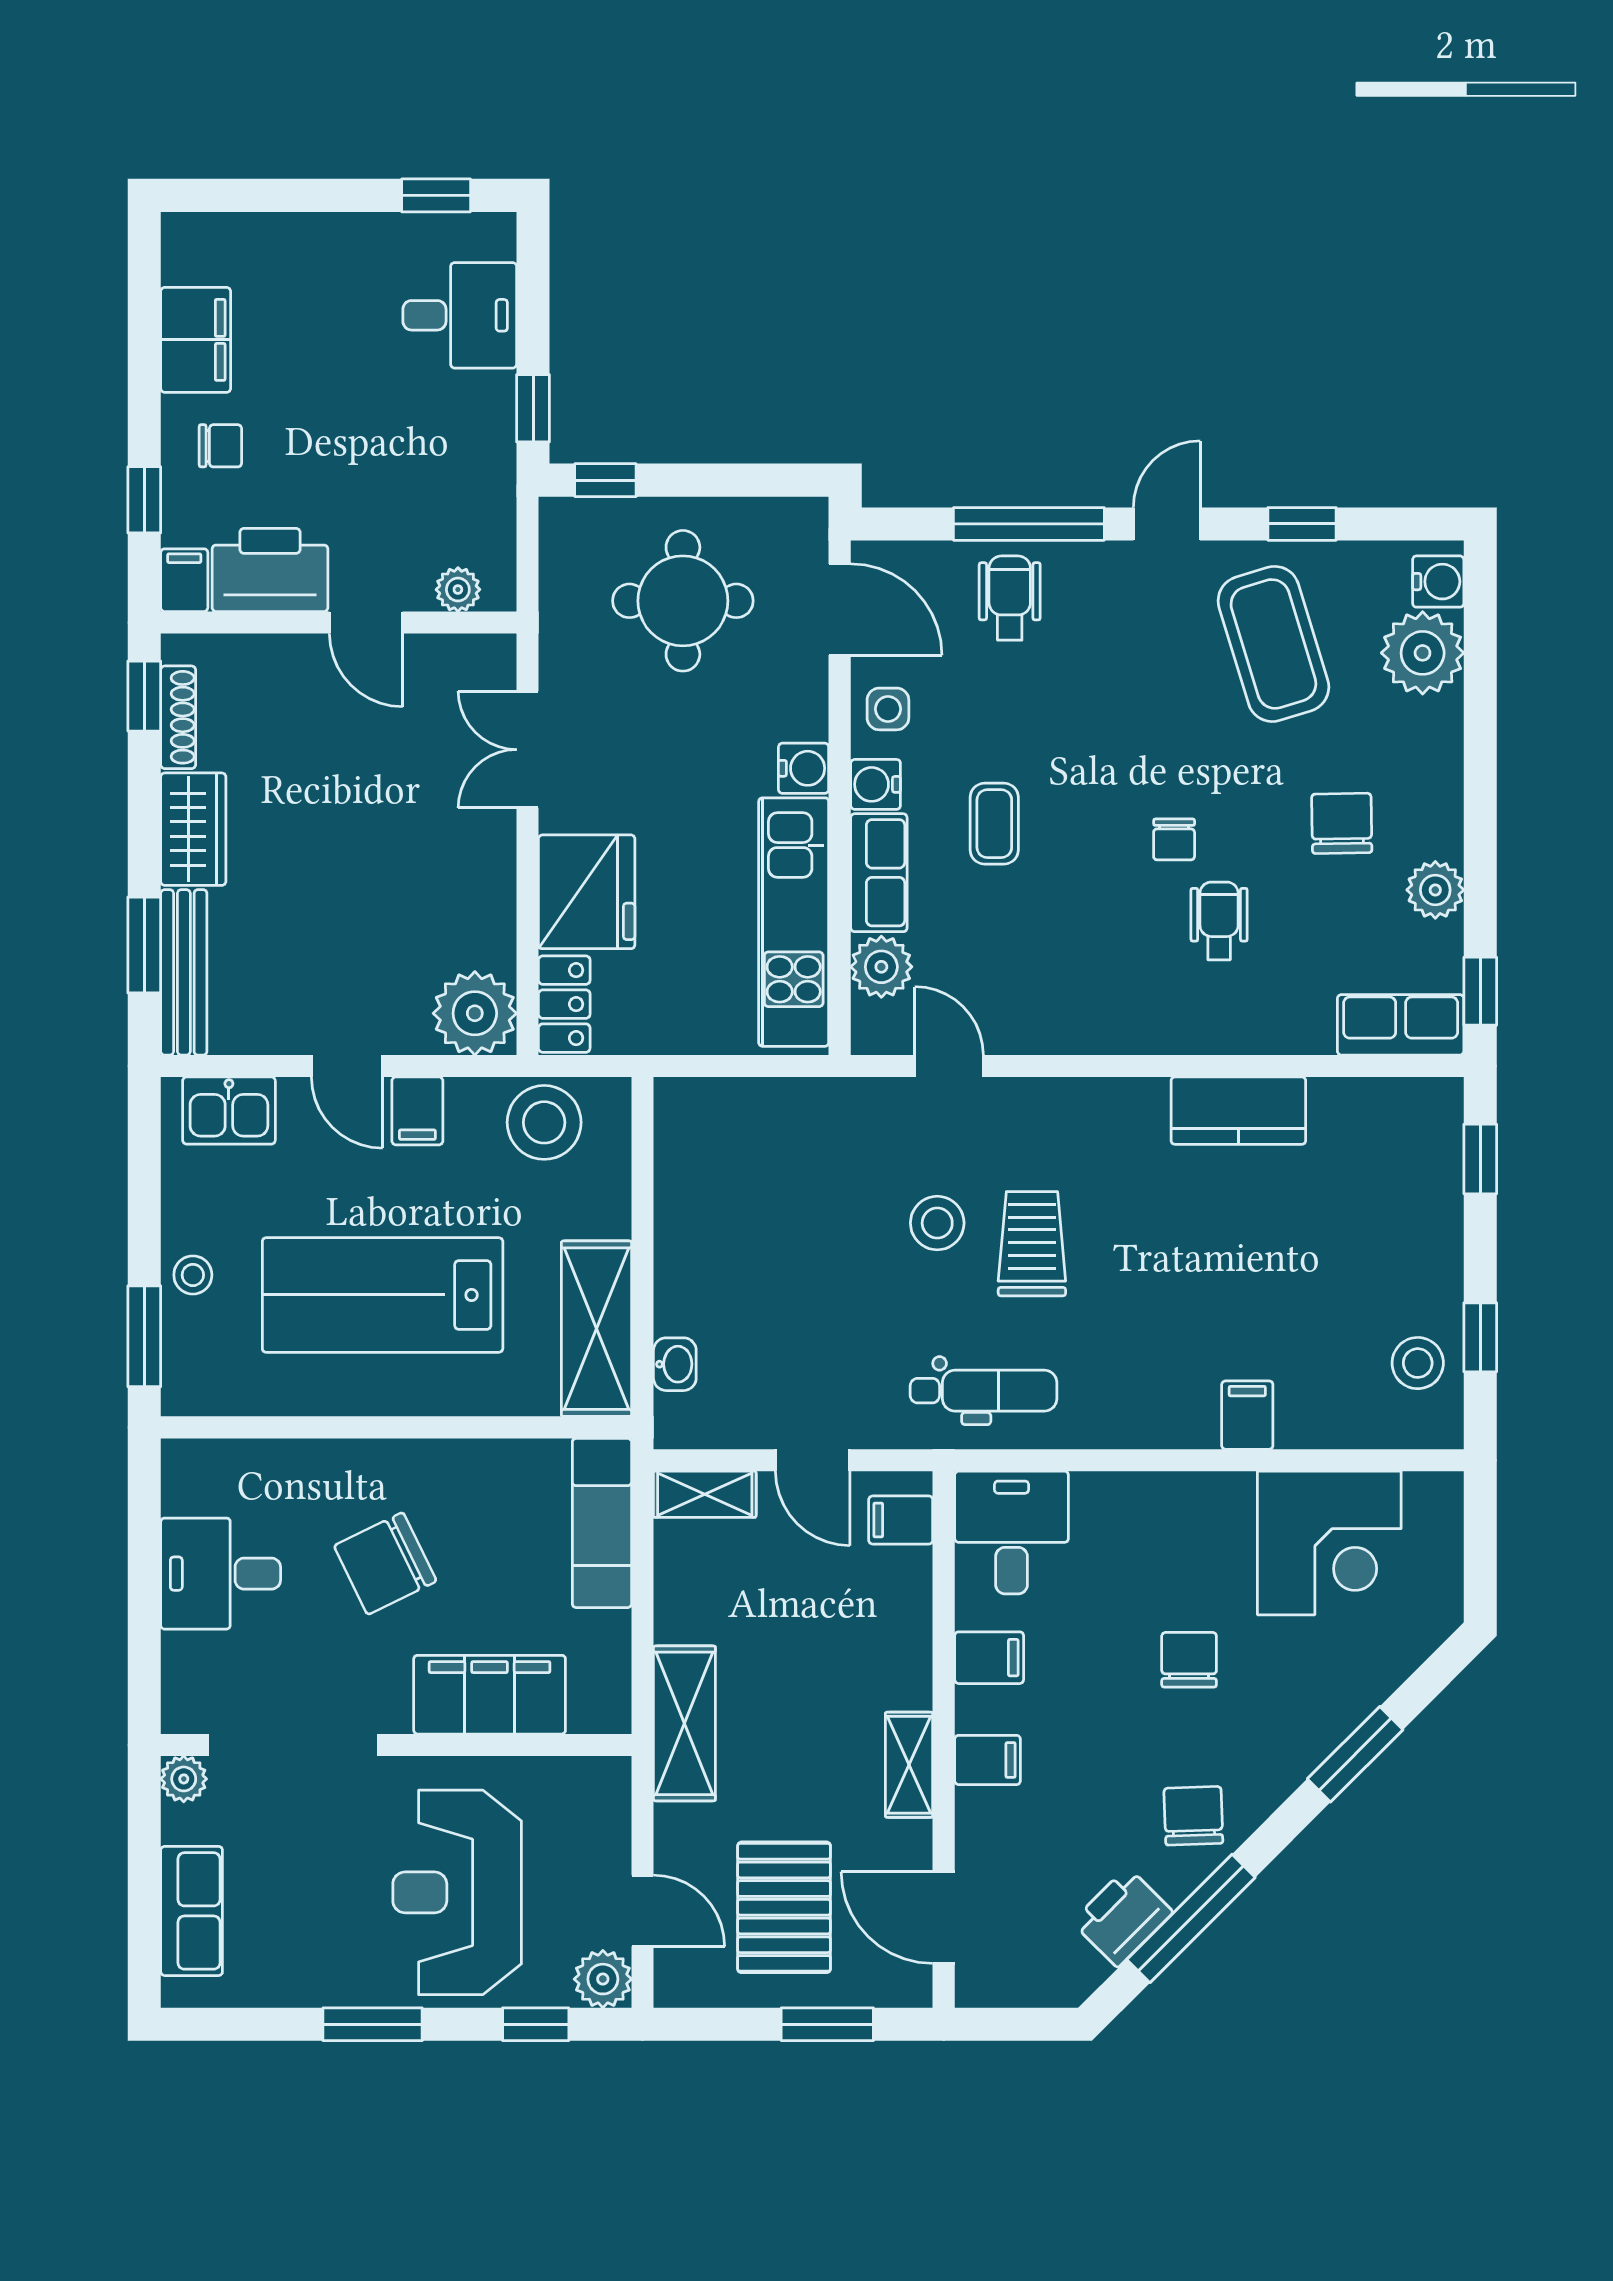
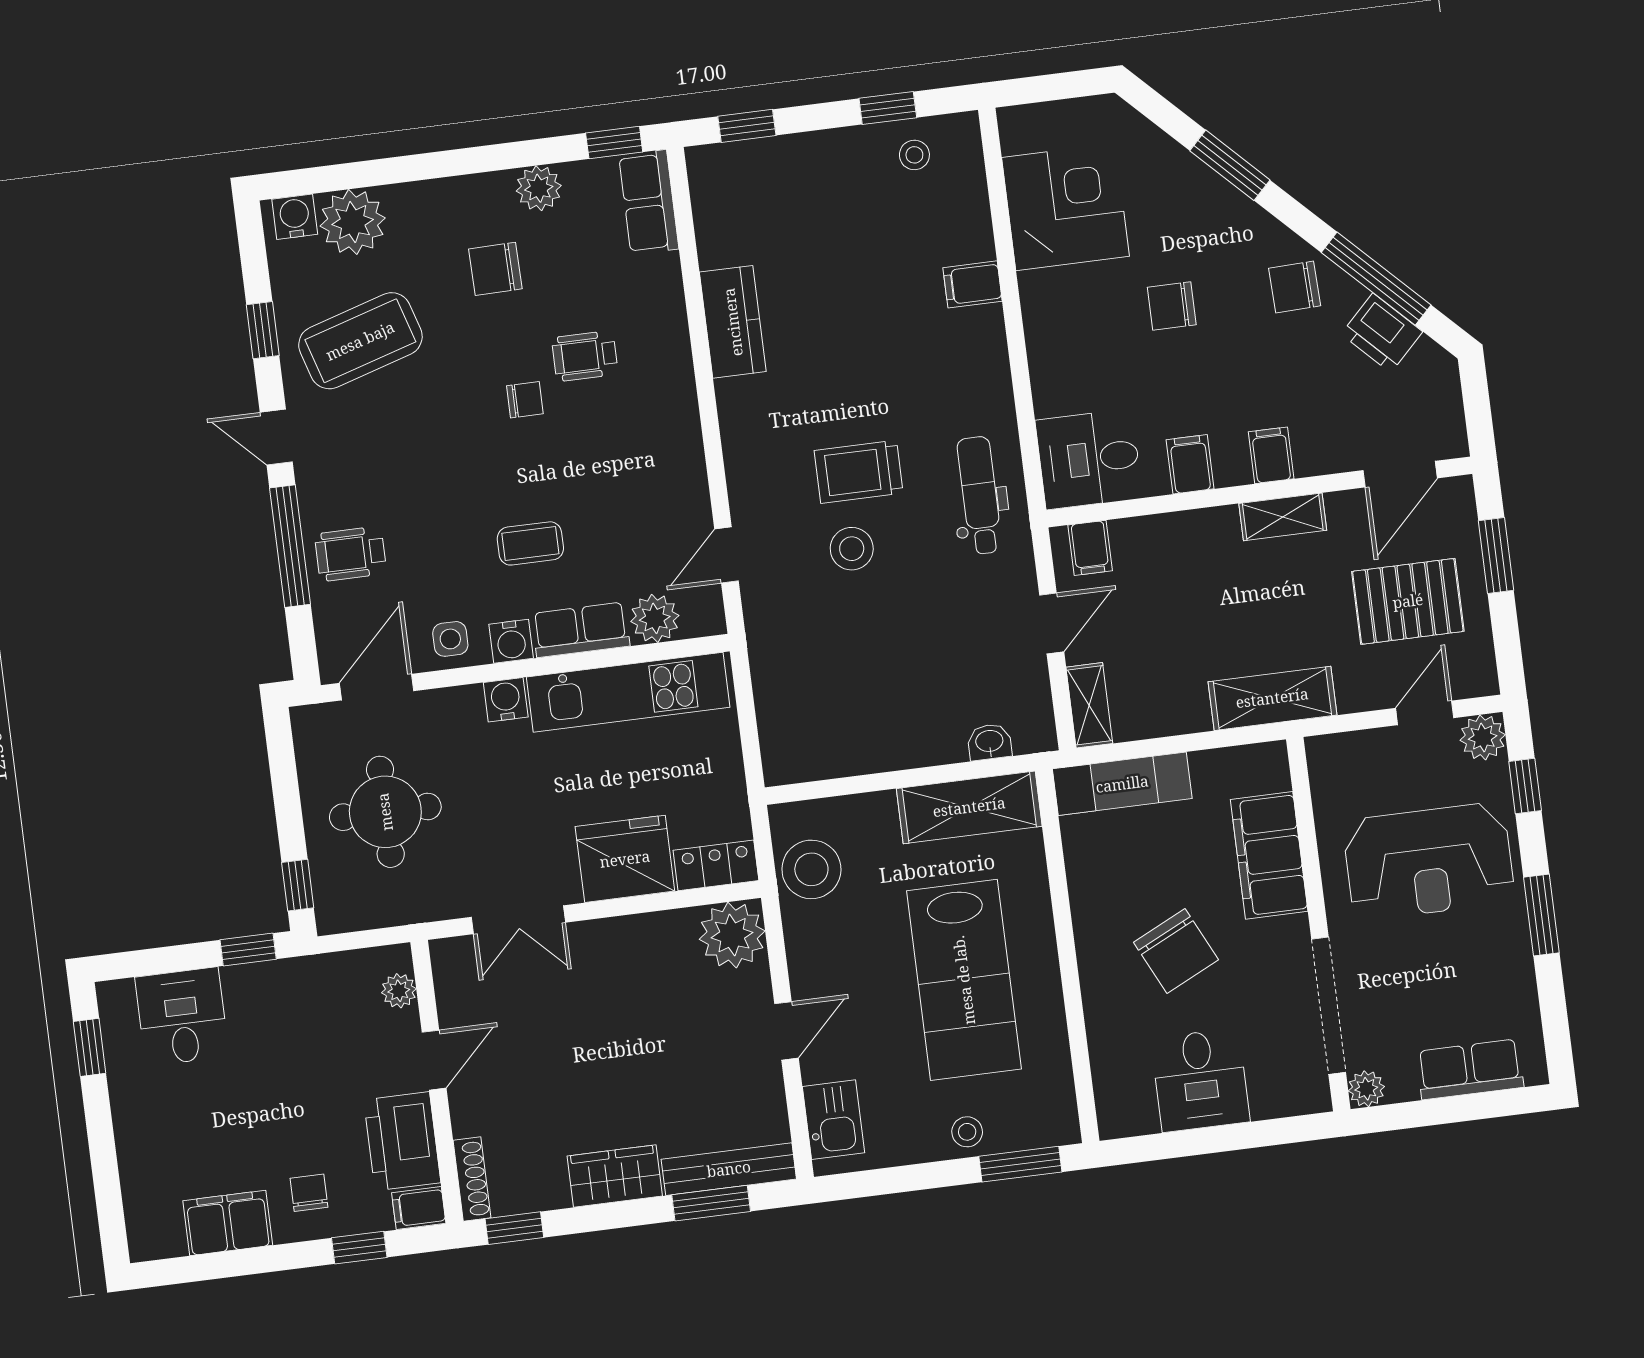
shoe rack: (178, 717) -> (472, 1179), moved, turned 90
filing cabinet: (417, 1111) -> (815, 971), removed
stool: (1418, 1363) -> (914, 155), width x0.73, depth x0.73

